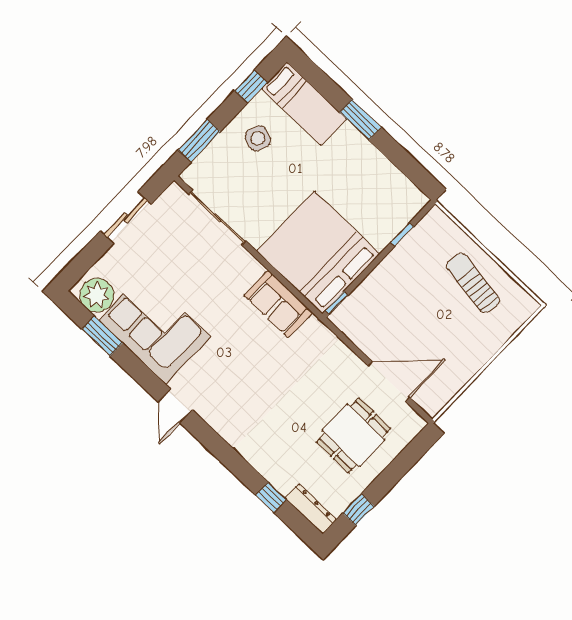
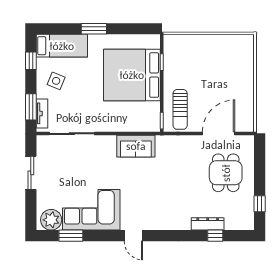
tv unit: (205, 161) -> (42, 113), added
bed: (318, 252) -> (132, 75), moved
sun lounger: (473, 283) -> (180, 109), moved, turned -98
dresser: (311, 509) -> (208, 224), moved

